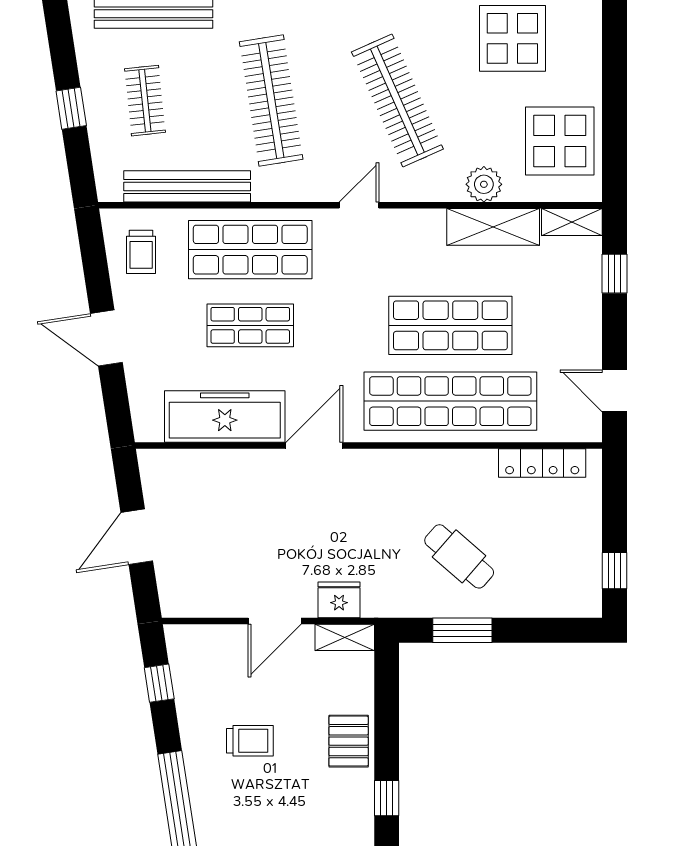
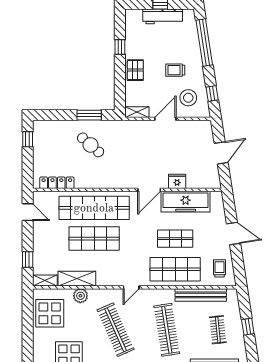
fridge: (339, 600) -> (177, 181), moved, turned 180
stool: (218, 673) -> (188, 98), added

